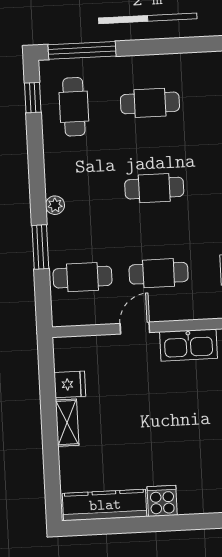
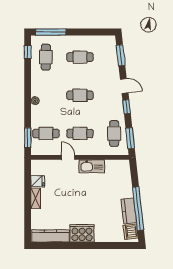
window: (40, 247) -> (28, 138), moved
door: (135, 328) -> (68, 157), hinge flipped
cooker: (162, 501) -> (82, 233), width x1.87, depth x1.31

